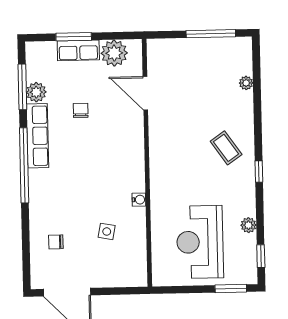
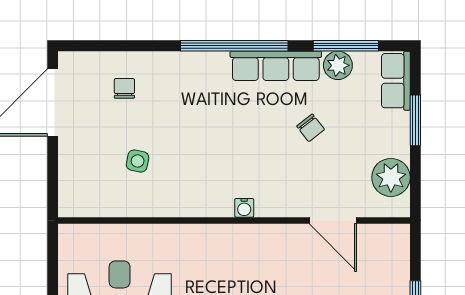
row of seats: (78, 50) -> (396, 81), moved
door: (145, 93) -> (333, 220), swing flipped
chair: (81, 110) -> (311, 128), turned 52
water cooler: (139, 200) -> (244, 208), moved

